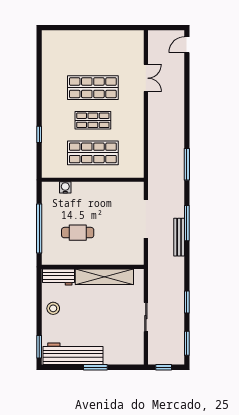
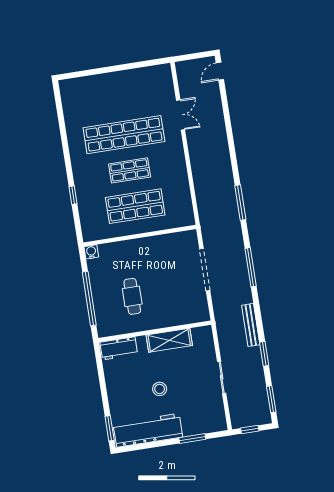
shop shelf: (93, 88) -> (124, 135), width x1.40
water cooler: (65, 187) -> (91, 252), moved
cafe table: (78, 233) -> (132, 296), turned 90
bench: (179, 237) -> (251, 325), moved
shelving: (104, 277) -> (169, 340), width x0.68
stool: (53, 308) -> (160, 389), moved
window: (95, 367) -> (192, 438), moved

